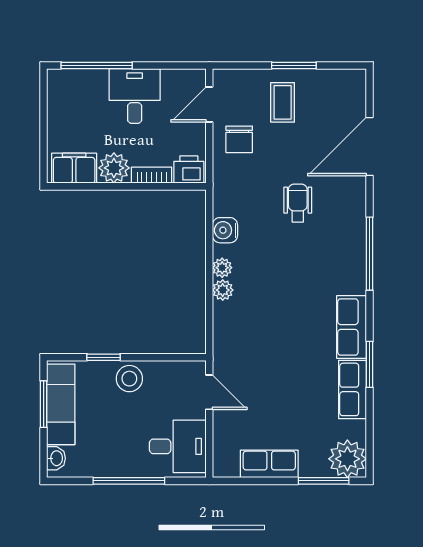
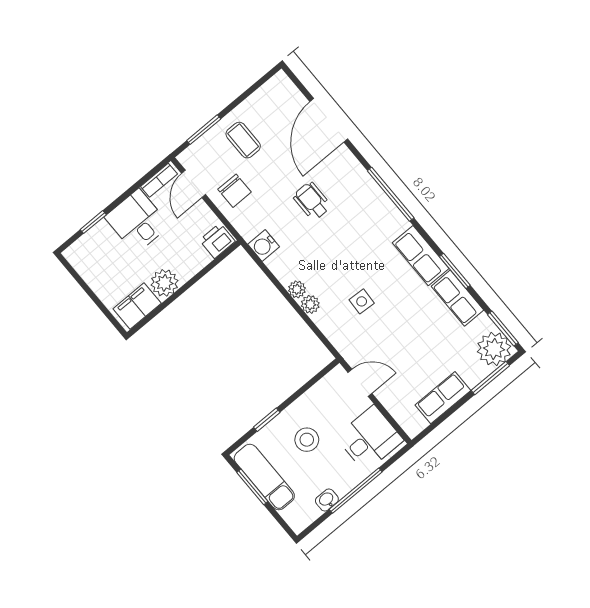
window: (97, 65) -> (93, 222), width x0.46
window: (294, 65) -> (204, 130), moved
bookcase: (152, 175) -> (159, 180), moved, turned 180
water cooler: (225, 230) -> (264, 245), moved
side table: (269, 324) -> (362, 301), added
stool: (129, 379) -> (307, 440), moved
window: (370, 448) -> (503, 329), added
washbasin: (56, 458) -> (327, 500), moved, turned -90

